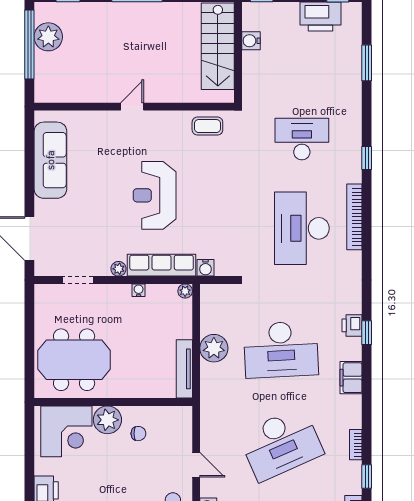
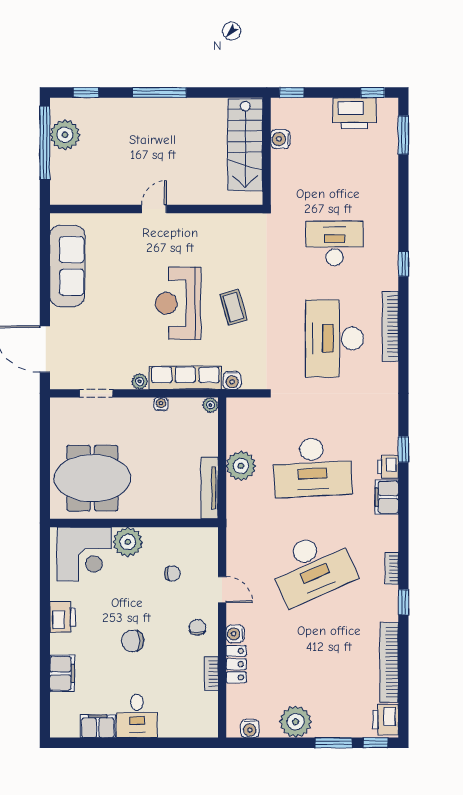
window: (367, 63) -> (403, 135), moved
coffee table: (207, 126) -> (234, 307), moved, turned 74
printer: (352, 325) -> (388, 467), moved
chair: (138, 434) -> (172, 573), moved

